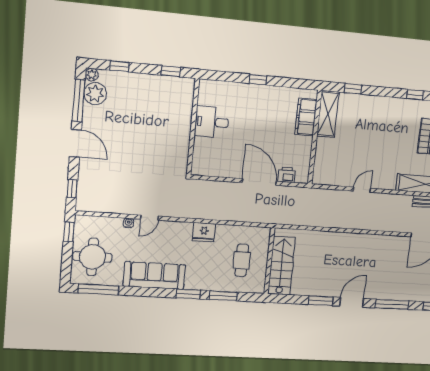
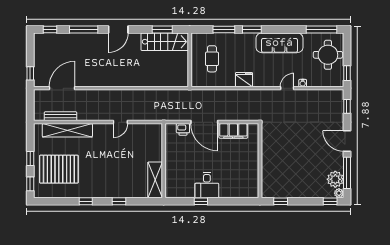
window: (119, 66) -> (330, 201), moved
window: (258, 80) -> (201, 201), moved
window: (353, 89) -> (119, 201), moved
filing cabinet: (306, 117) -> (233, 131), moved, turned 90
desk: (212, 122) -> (207, 185), moved, turned 90
stairs: (282, 266) -> (165, 42), moved, turned -90
window: (321, 301) -> (162, 29), moved

